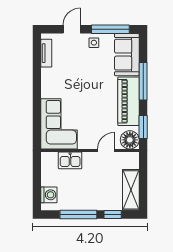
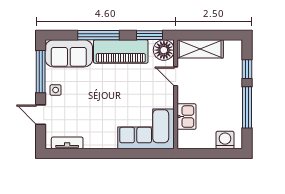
shelving: (131, 190) -> (200, 49), moved

